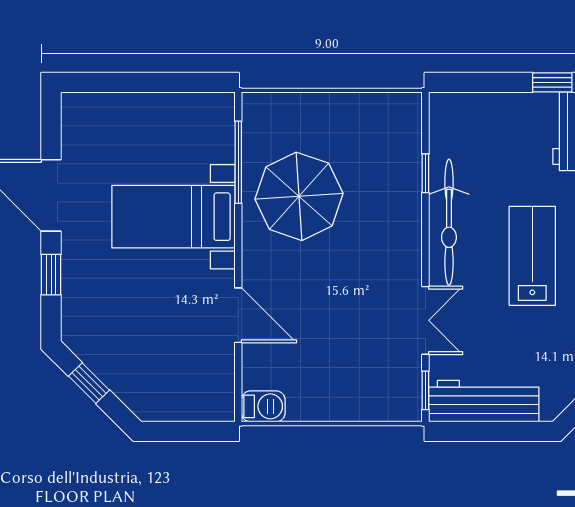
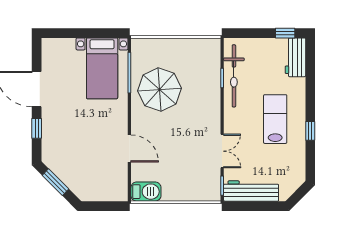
bed with nightstands: (173, 217) -> (102, 68), moved, turned -90
bicycle: (449, 222) -> (234, 76), moved
window: (89, 383) -> (55, 182), width x1.50
barbecue: (263, 406) -> (146, 192), width x1.38, depth x1.27

